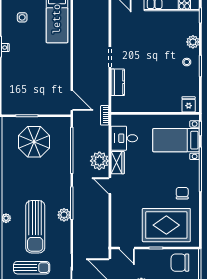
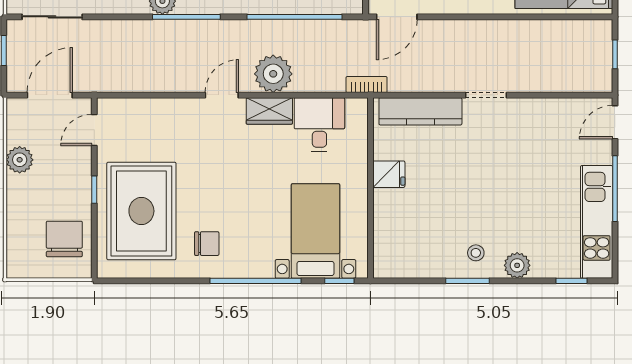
kitchen counter: (118, 82) -> (420, 111), width x1.50
fridge: (189, 104) -> (389, 174), moved

